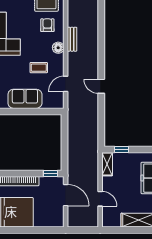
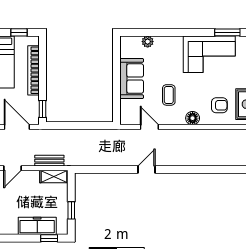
bench: (72, 39) -> (49, 161), moved
window: (122, 149) -> (71, 210), moved
door: (66, 195) -> (17, 127), swing flipped

